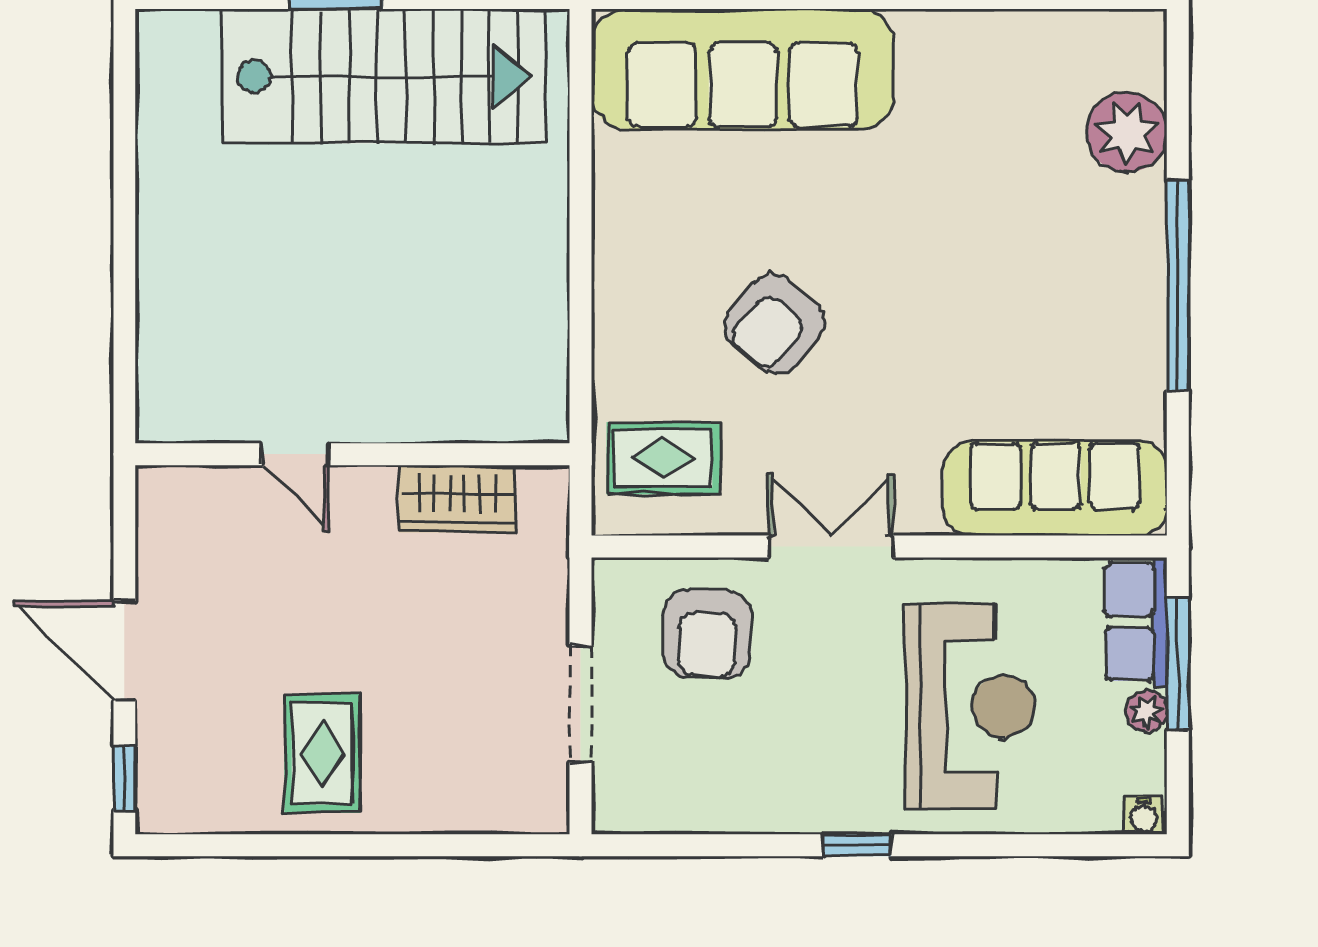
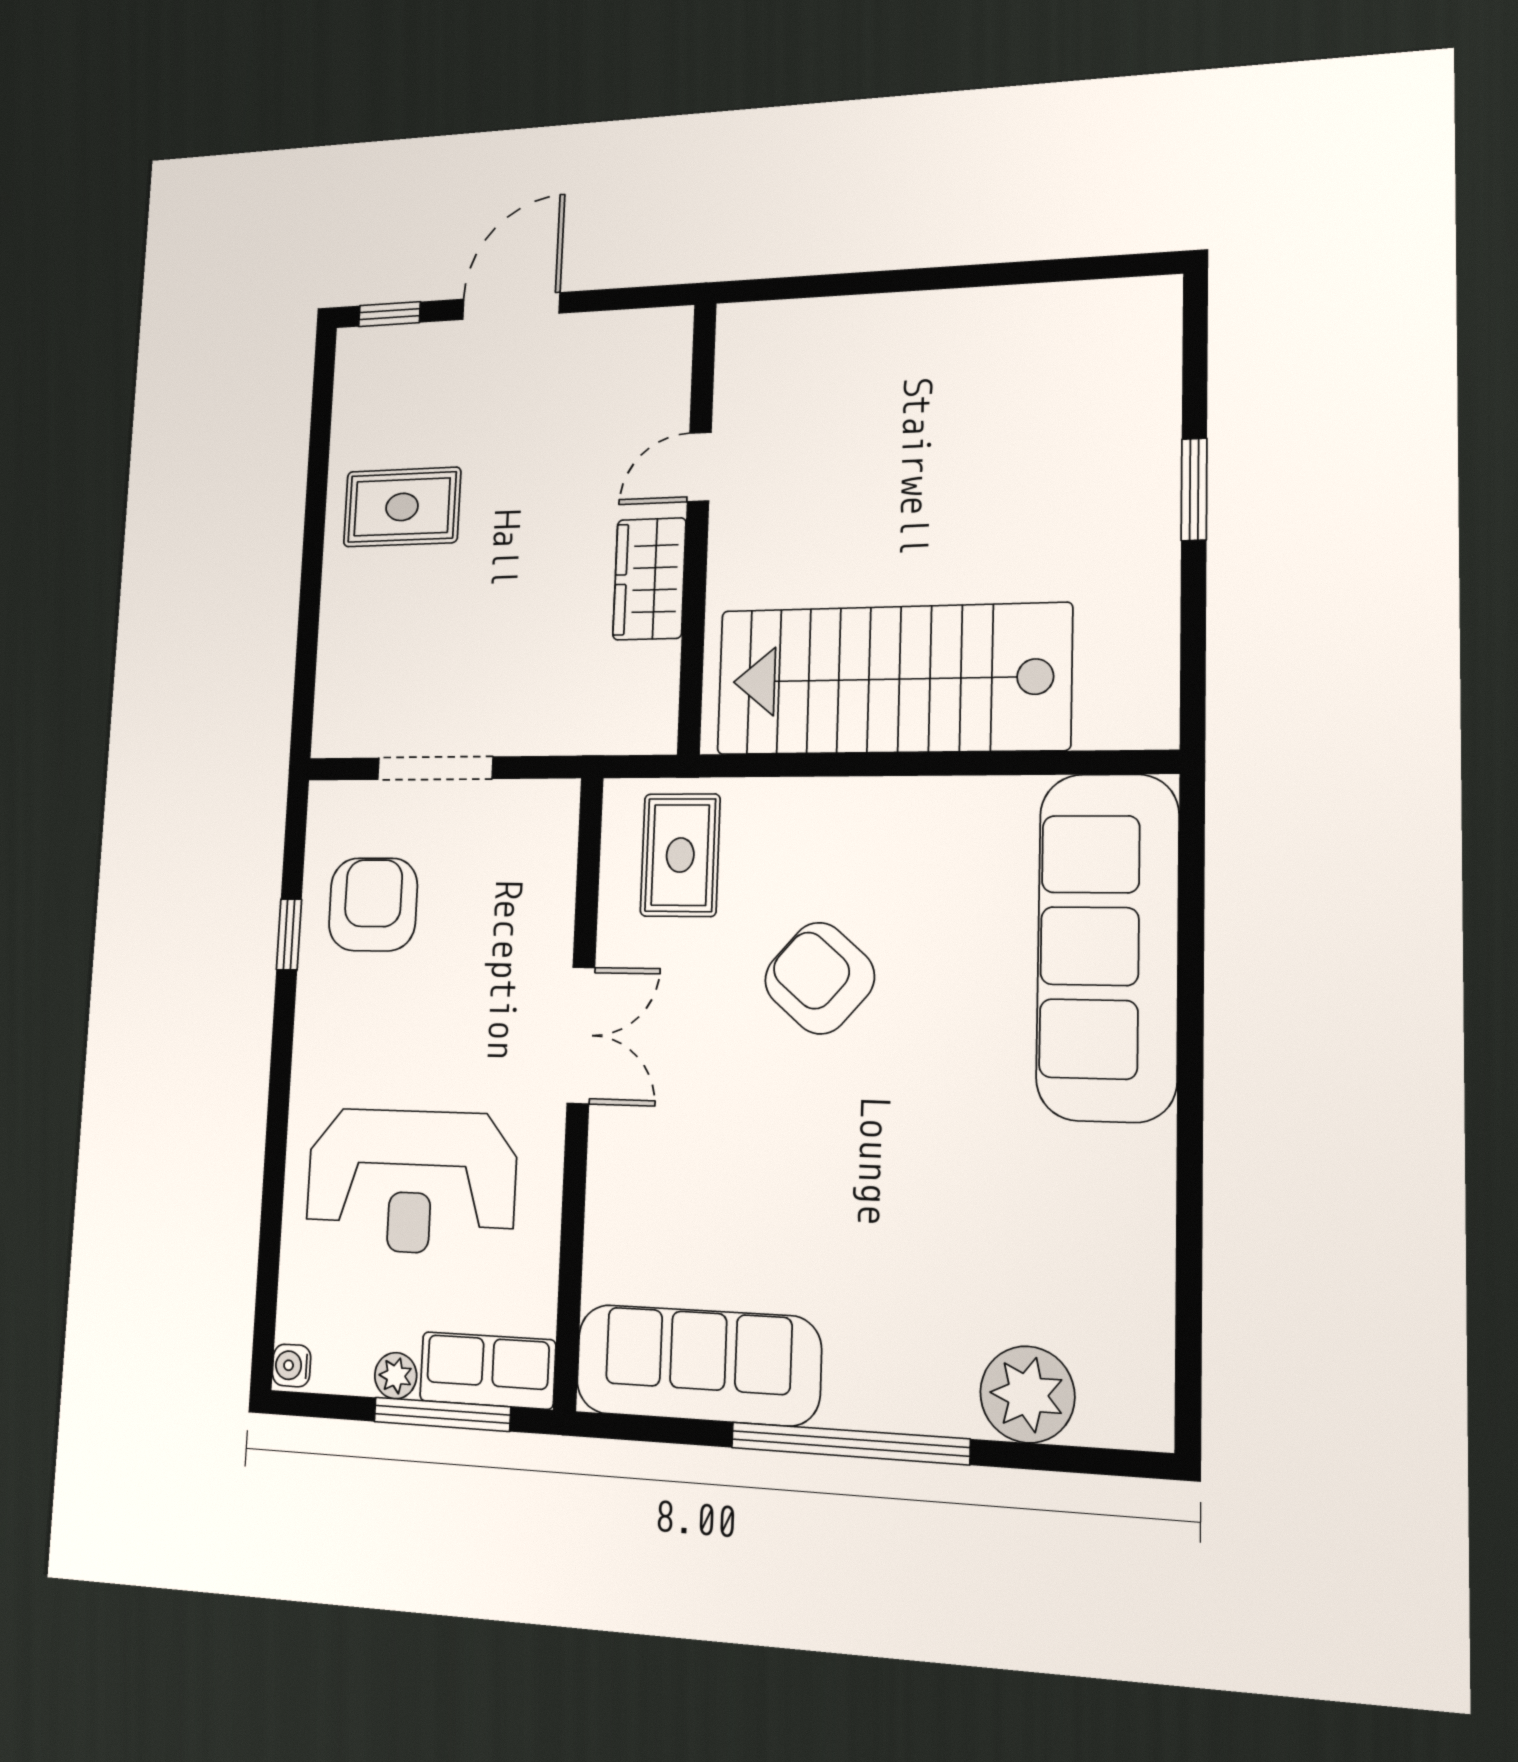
stairs: (383, 76) -> (892, 679), moved, turned 90
sofa: (1055, 488) -> (698, 1365), moved, turned -90
wardrobe: (457, 499) -> (649, 579), moved
armchair: (707, 634) -> (373, 904), moved, turned 88
window: (857, 845) -> (289, 934), moved

